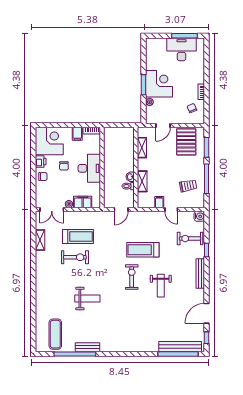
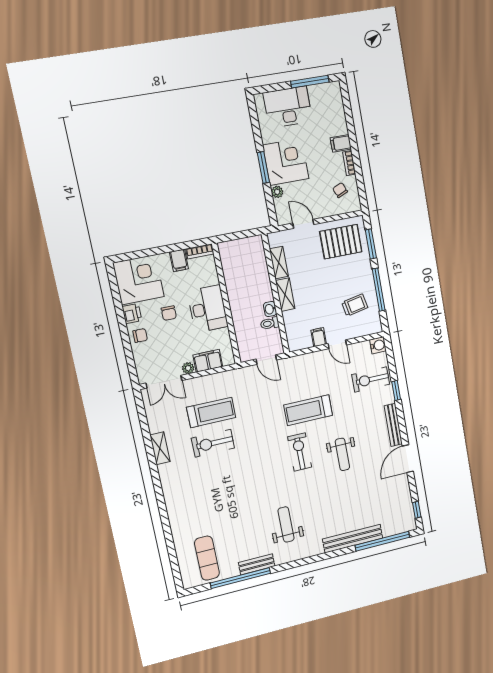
desk: (182, 49) -> (288, 107), moved
filing cabinet: (198, 78) -> (341, 143), added
door: (163, 126) -> (303, 224), swing flipped
pallet: (186, 142) -> (341, 242), turned 90
shelving: (142, 181) -> (285, 295), moved
door: (121, 210) -> (266, 360), hinge flipped
shelving: (40, 240) -> (160, 448), moved
exercise bike: (75, 257) -> (213, 443), turned 180
weight bench: (87, 298) -> (286, 524), moved, turned -90
door: (207, 313) -> (408, 459), moved
bench: (180, 347) -> (353, 539), moved

